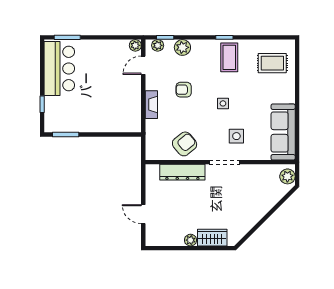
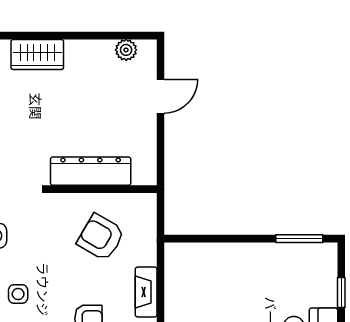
armchair: (185, 144) -> (101, 237), moved, turned 70
door: (143, 214) -> (160, 96), hinge flipped
plant: (191, 240) -> (126, 50), moved

